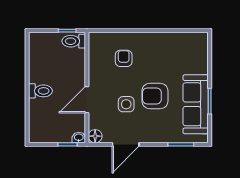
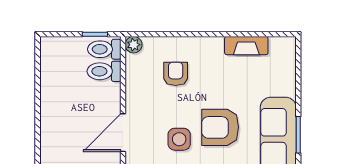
plant: (94, 38) -> (134, 45), added
fireplace: (173, 39) -> (246, 46), added
toilet: (40, 91) -> (104, 71), moved, turned 180

